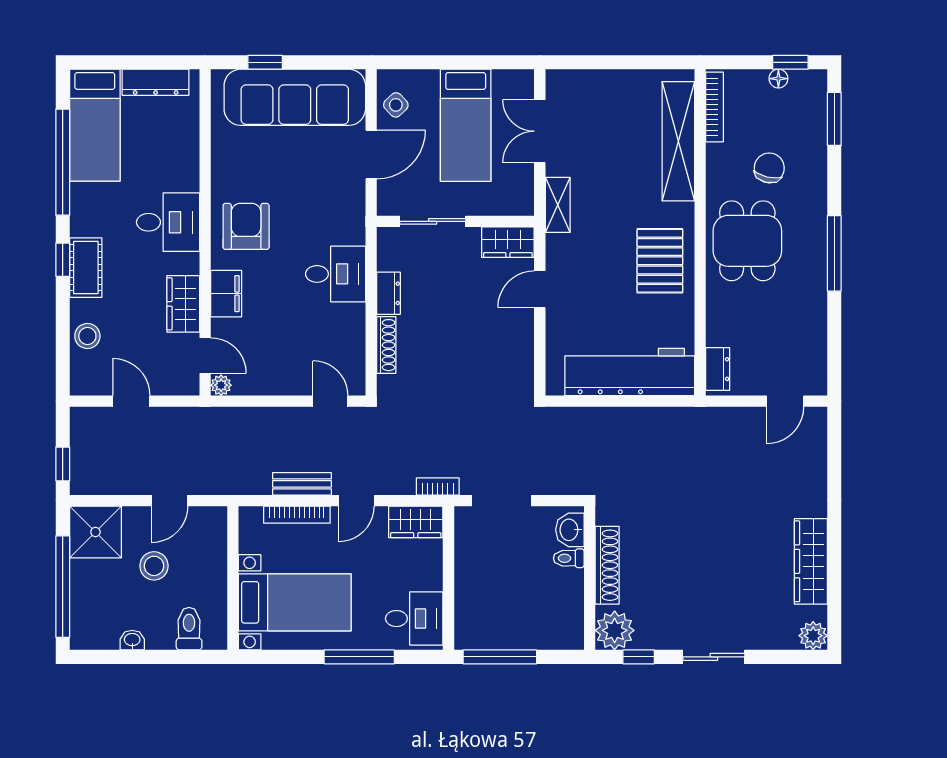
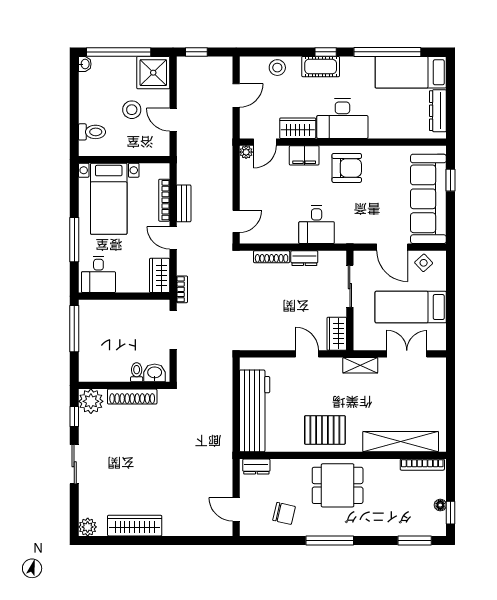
chair: (769, 168) -> (284, 513), moved
desk: (168, 222) -> (342, 119), width x1.37
washbasin: (132, 640) -> (85, 64), moved

